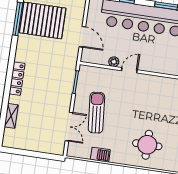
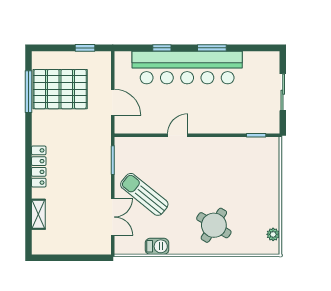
plant: (114, 62) -> (157, 128), removed
sun lounger: (96, 113) -> (144, 194), turned -46
round table: (147, 145) -> (214, 225), turned 32

